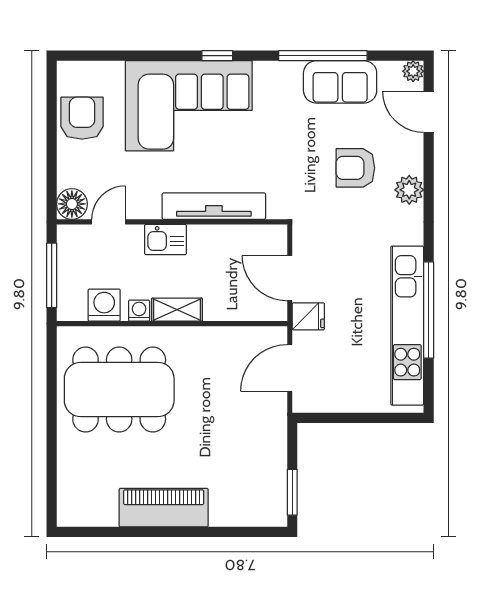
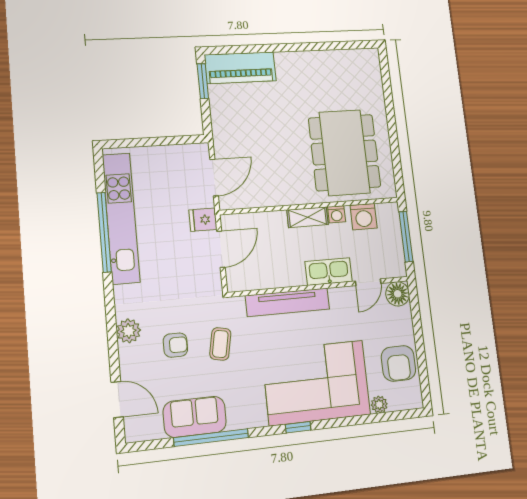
plant: (413, 71) -> (379, 404), moved
coffee table: (302, 164) -> (220, 344), added
armchair: (355, 168) -> (175, 345), width x0.72, depth x0.72
kitchen sink: (165, 239) -> (329, 272), width x1.38
door: (290, 278) -> (221, 249), hinge flipped
dining table: (119, 390) -> (345, 152), turned 90
piano: (164, 508) -> (240, 68), moved

